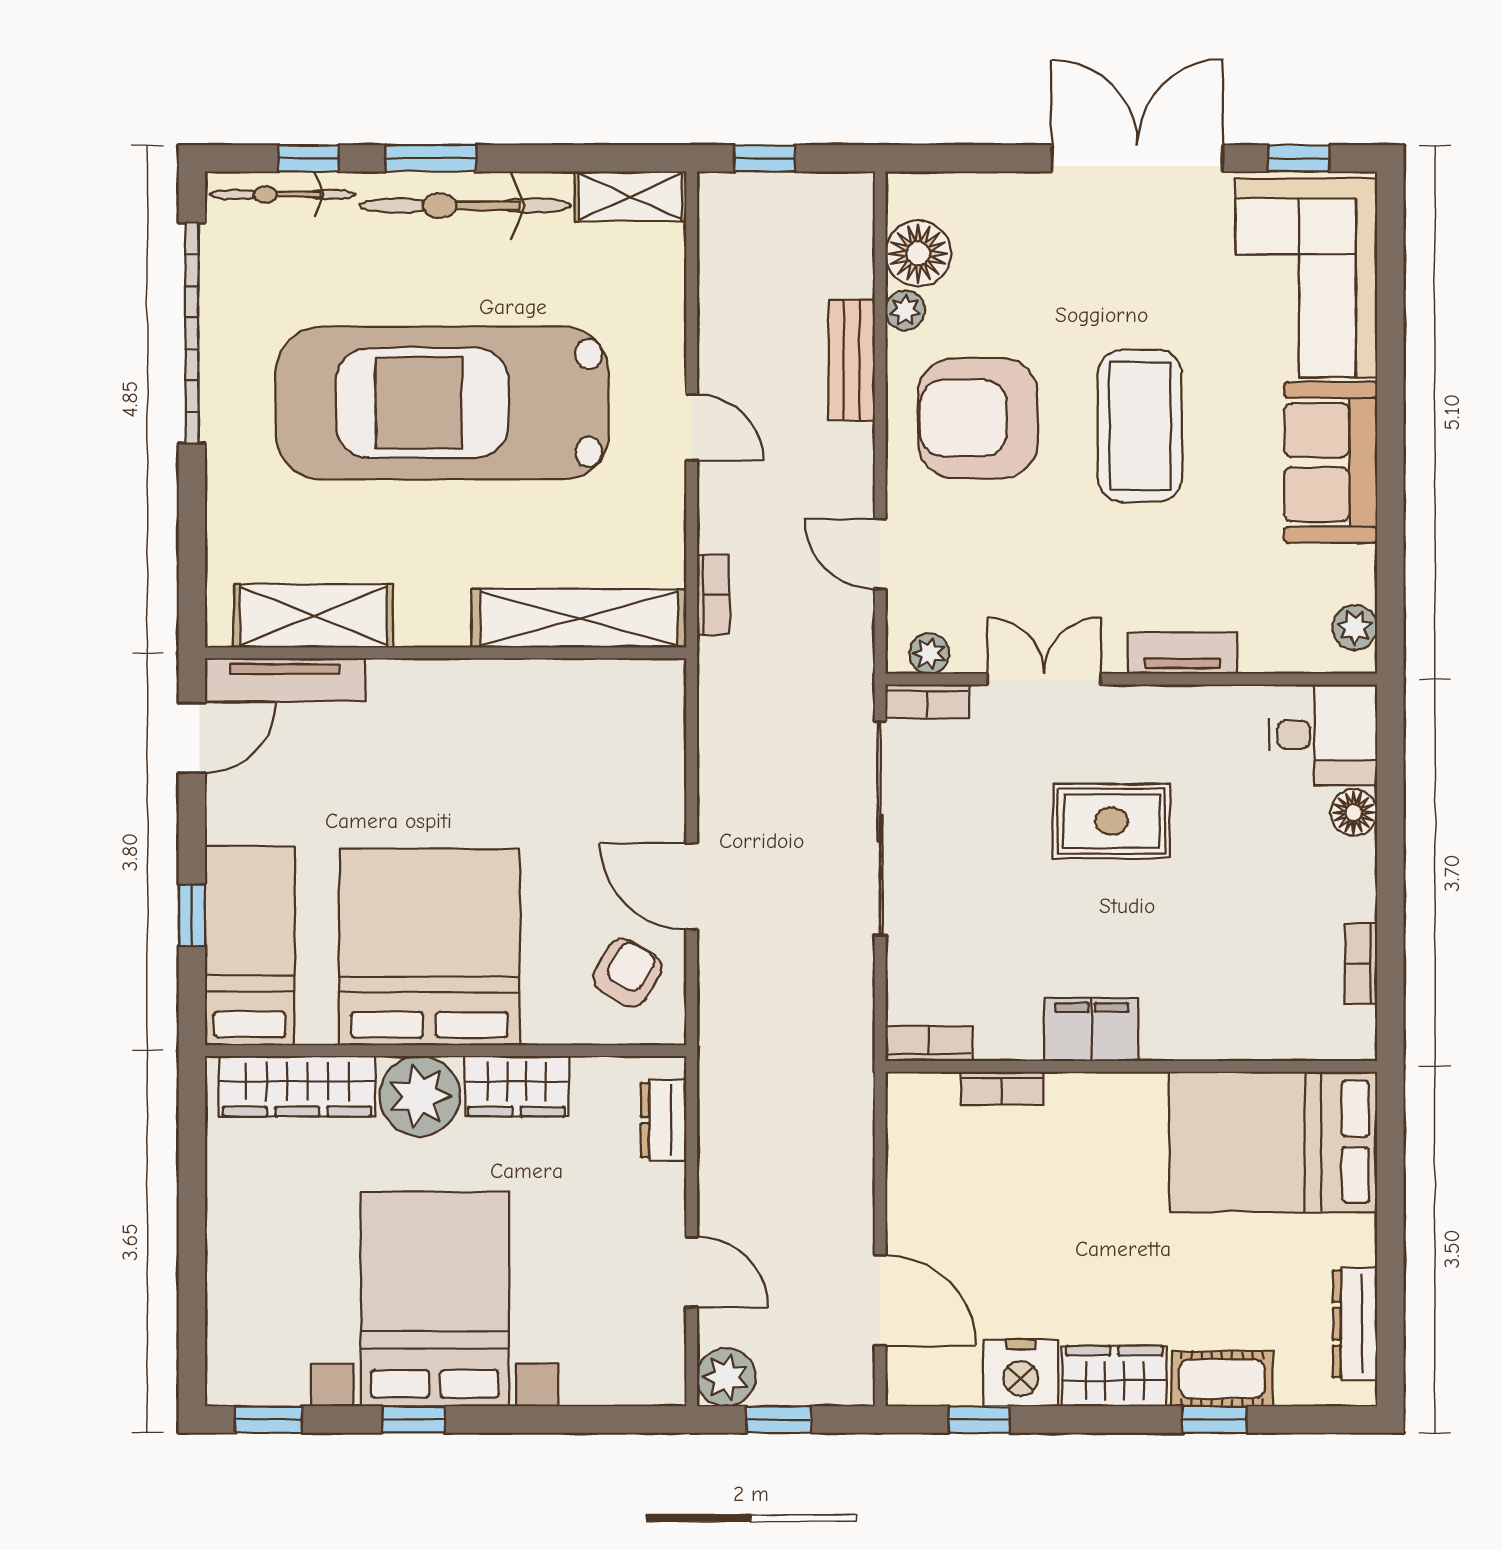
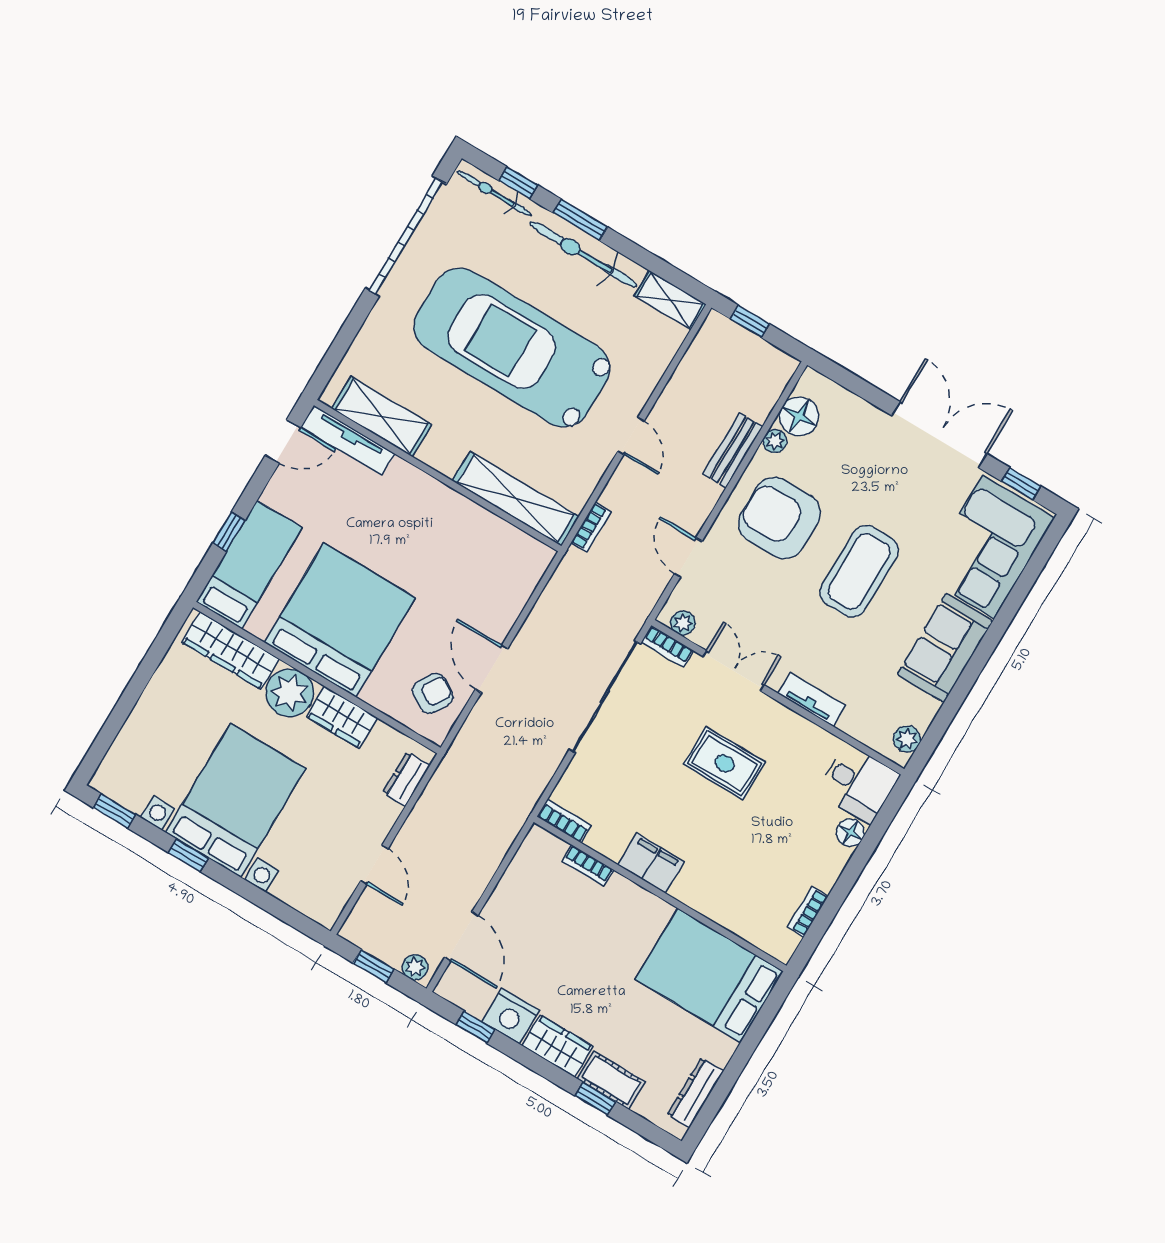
plant: (726, 1377) -> (415, 967), moved, width x0.73, depth x0.73

